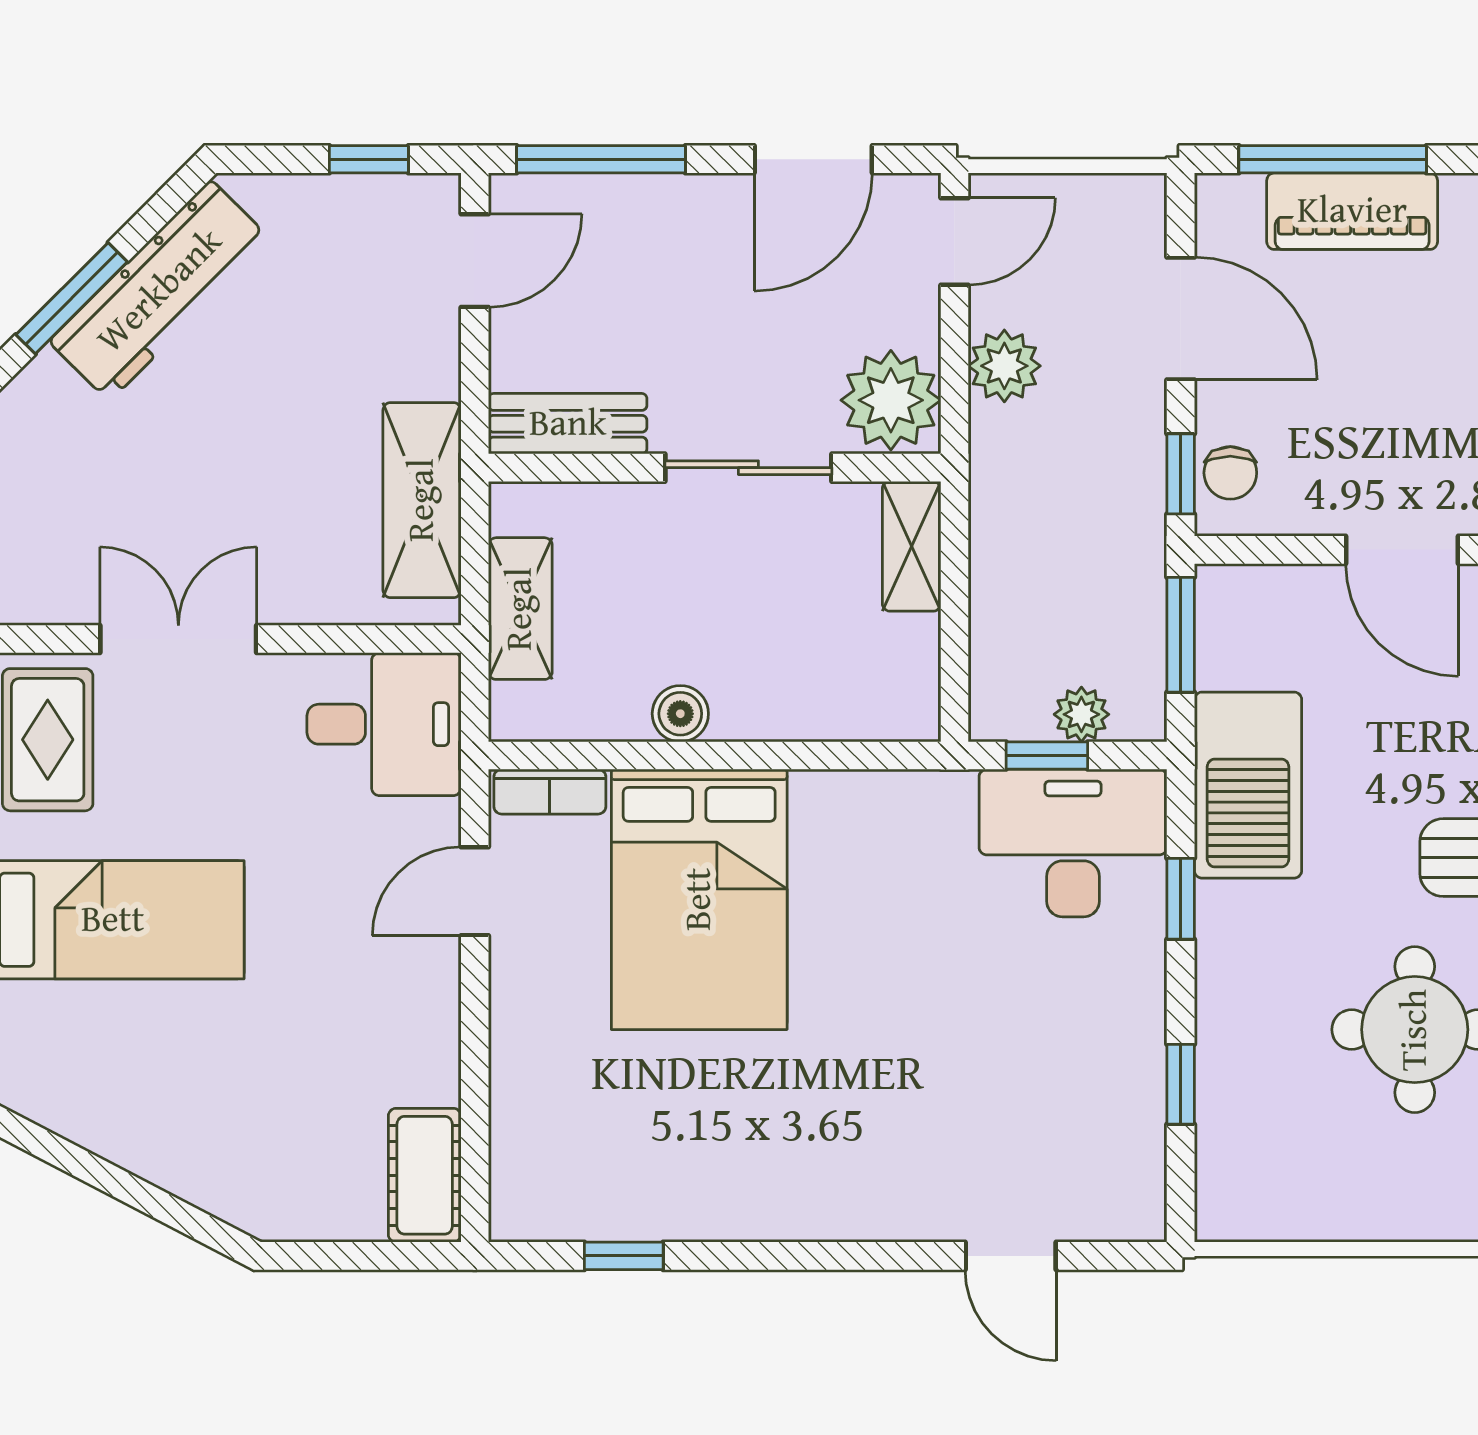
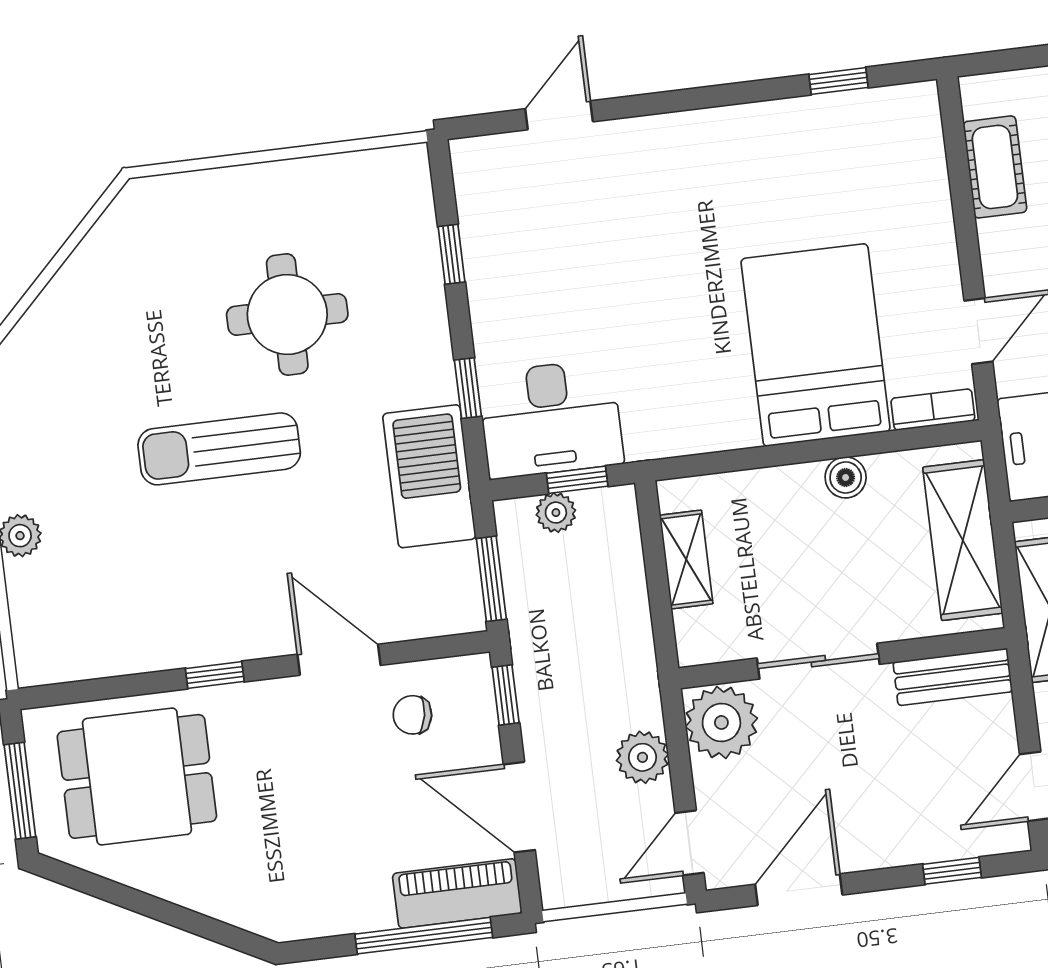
window: (601, 159) -> (952, 871), width x0.46
piano: (1352, 211) -> (457, 894), moved
chair: (1230, 473) -> (412, 715), moved, turned -80
shelving: (912, 546) -> (686, 559), moved
shelving: (520, 609) -> (963, 540), width x1.50, depth x1.33
cot: (425, 1175) -> (995, 167), moved
door: (1011, 1256) -> (559, 115), hinge flipped

